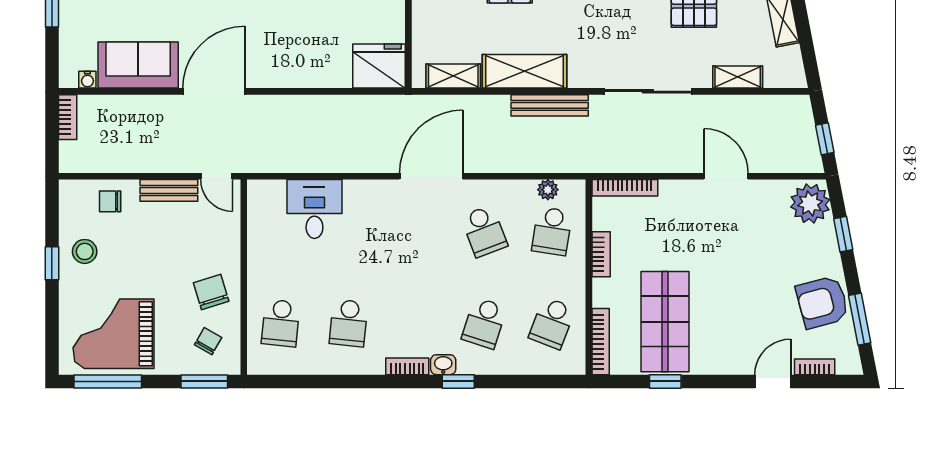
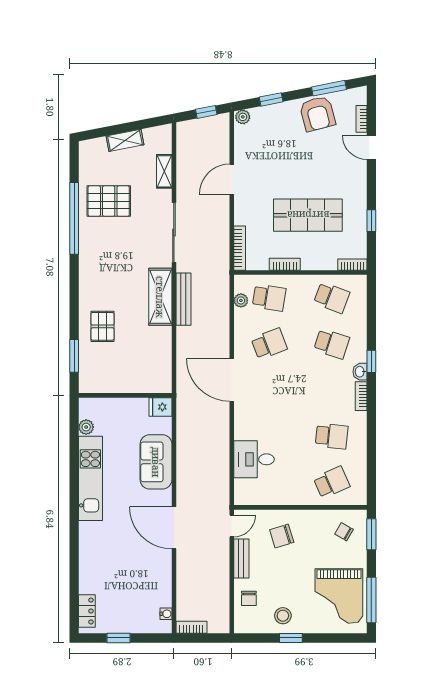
sofa: (138, 65) -> (156, 462), moved
fridge: (379, 66) -> (161, 407), width x0.53, depth x0.75
shelving: (525, 71) -> (160, 297), moved
shelving: (453, 76) -> (163, 365), removed
plant: (810, 203) -> (243, 117), width x0.53, depth x0.53
chair: (211, 292) -> (282, 536), moved
shop shelf: (665, 322) -> (308, 215), moved
school desk: (281, 323) -> (332, 482), turned -30
bookcase: (601, 342) -> (352, 265), width x0.64

